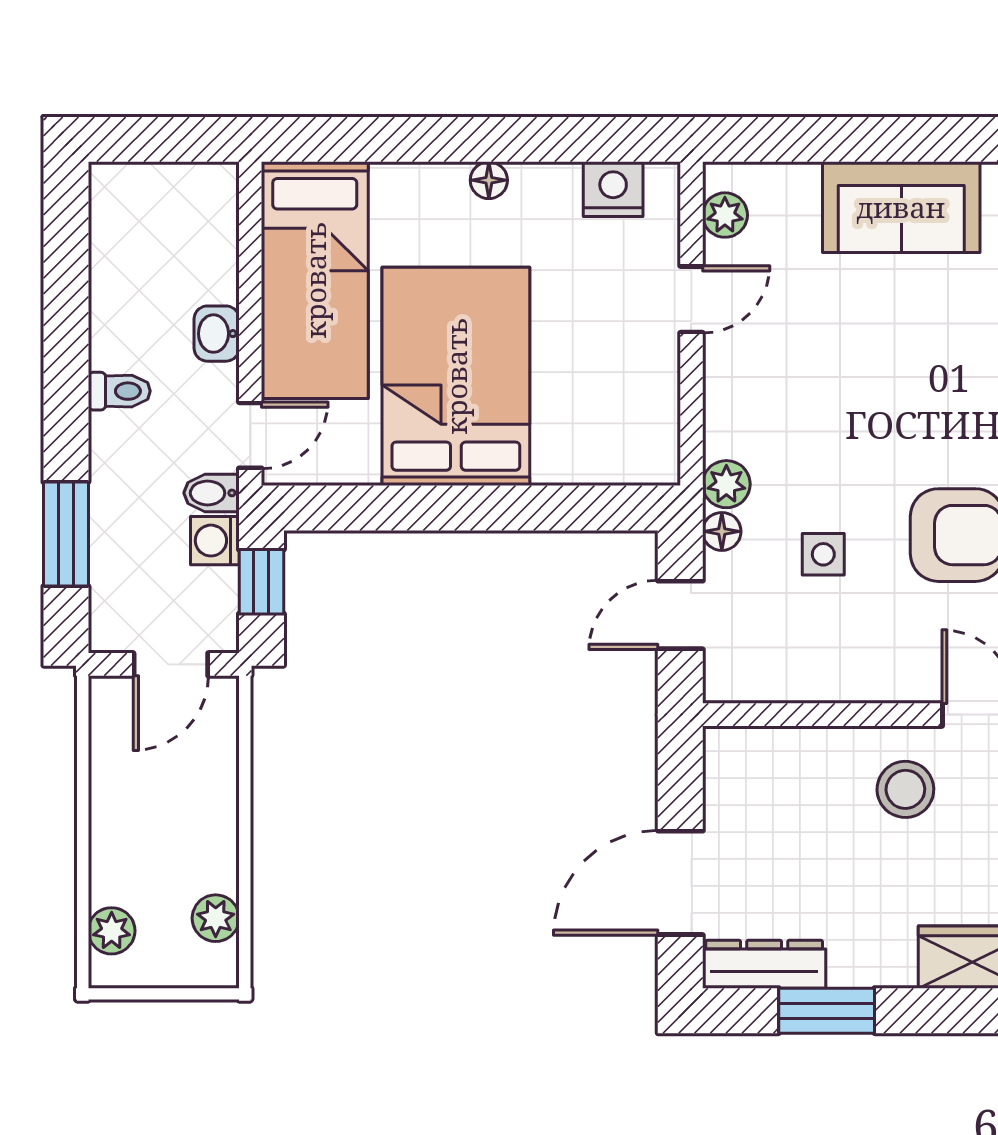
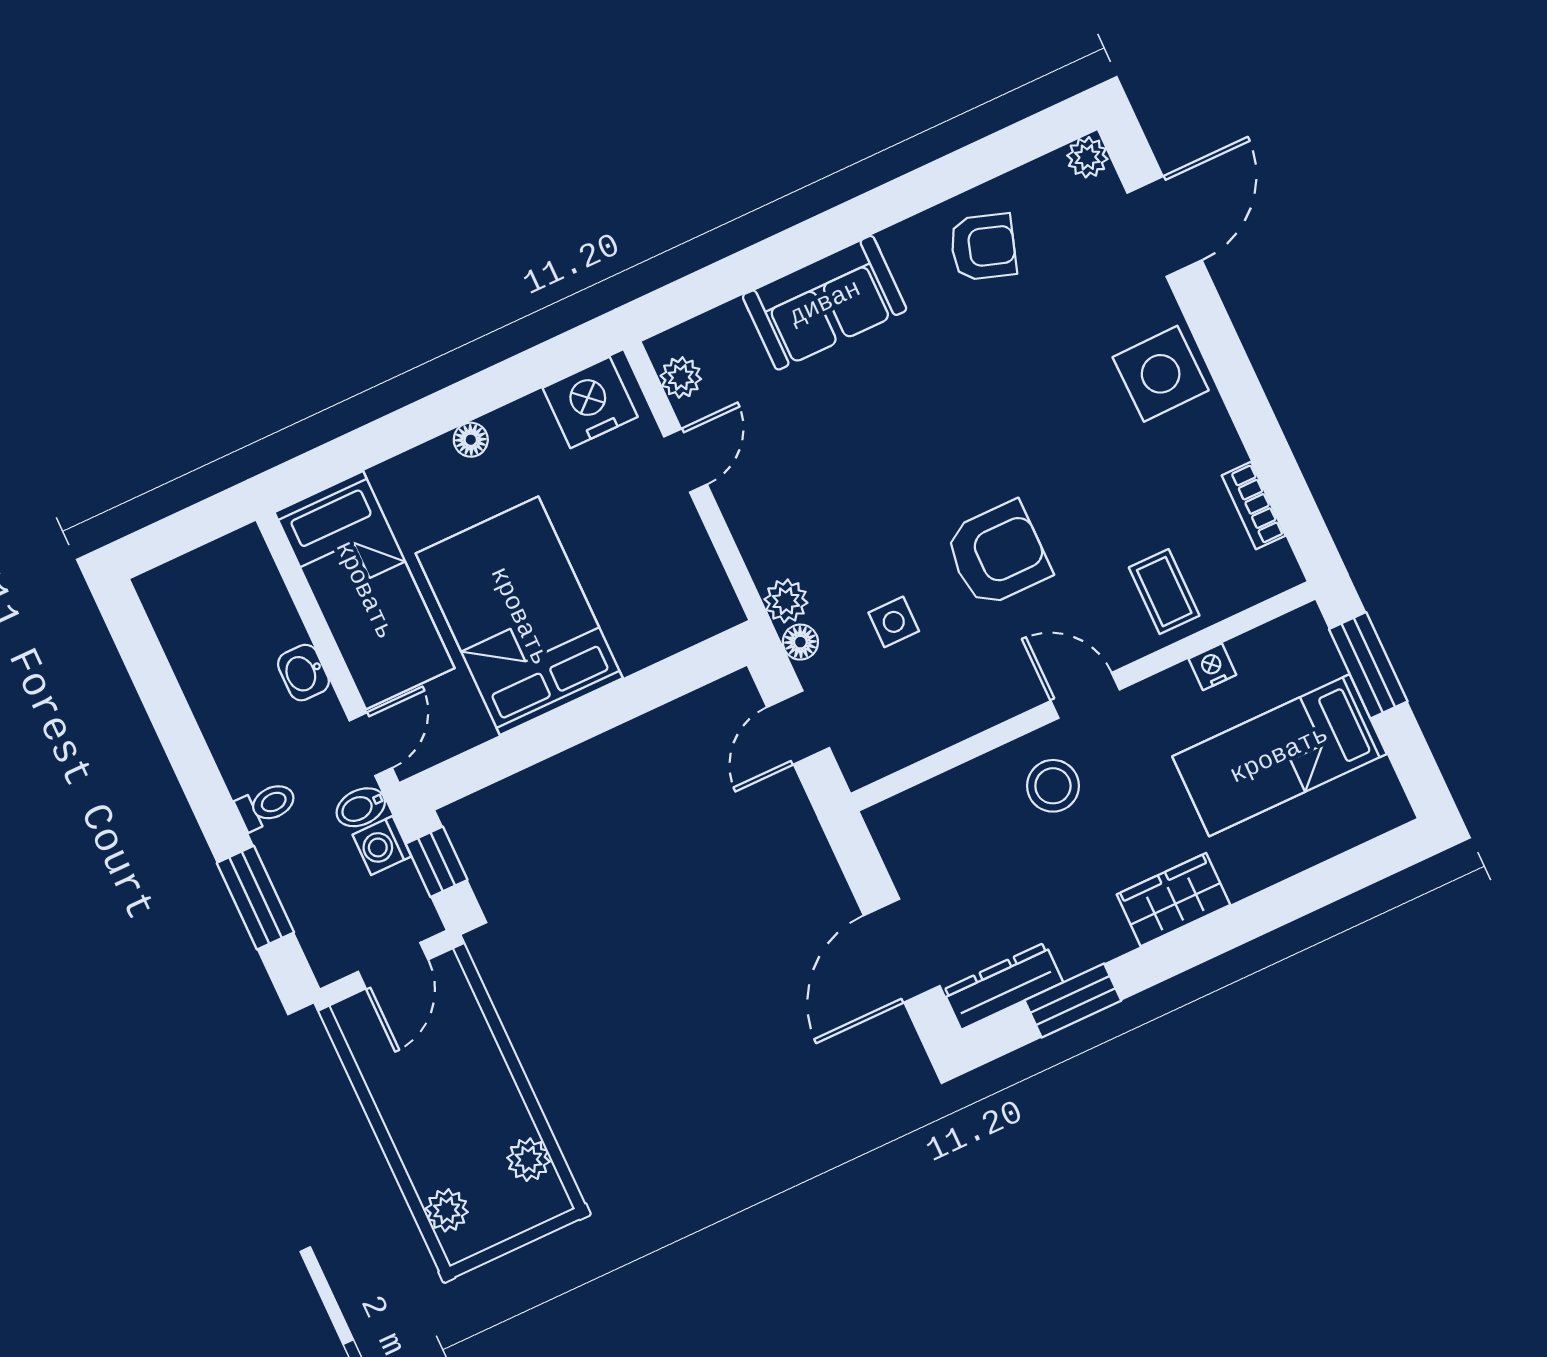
nightstand: (613, 189) -> (590, 402), width x1.36, depth x1.33
toilet: (119, 391) -> (267, 805), moved

